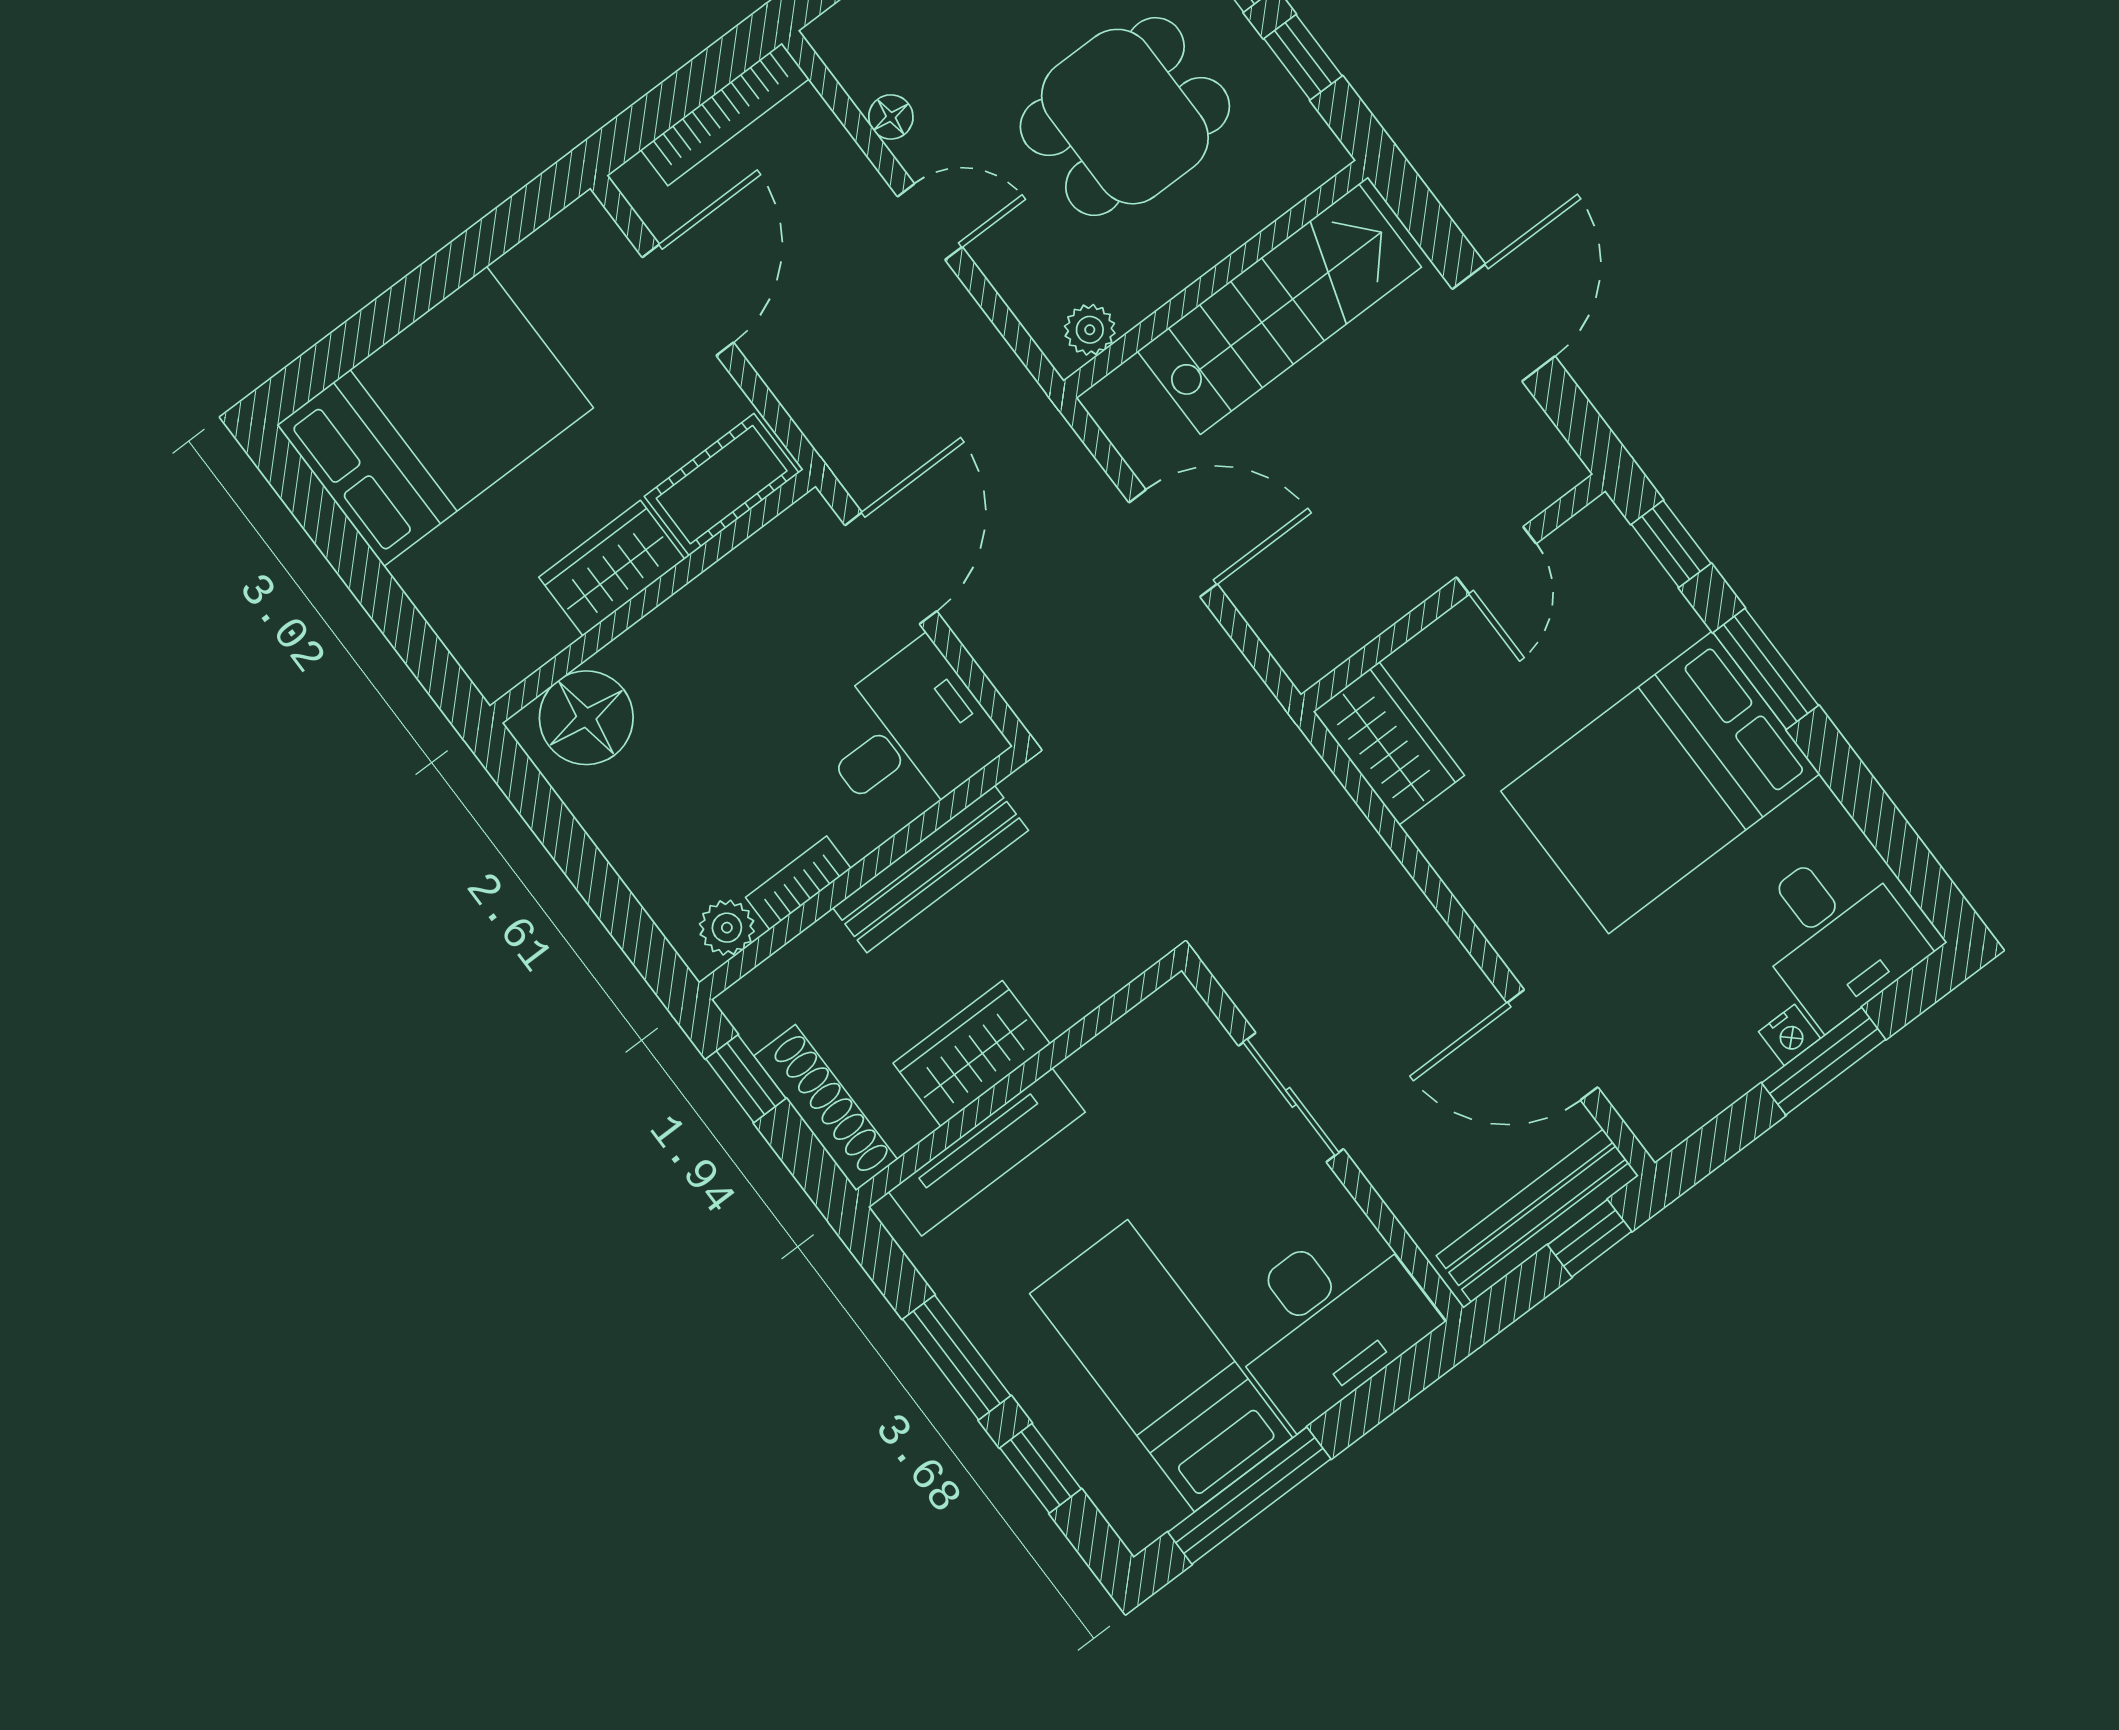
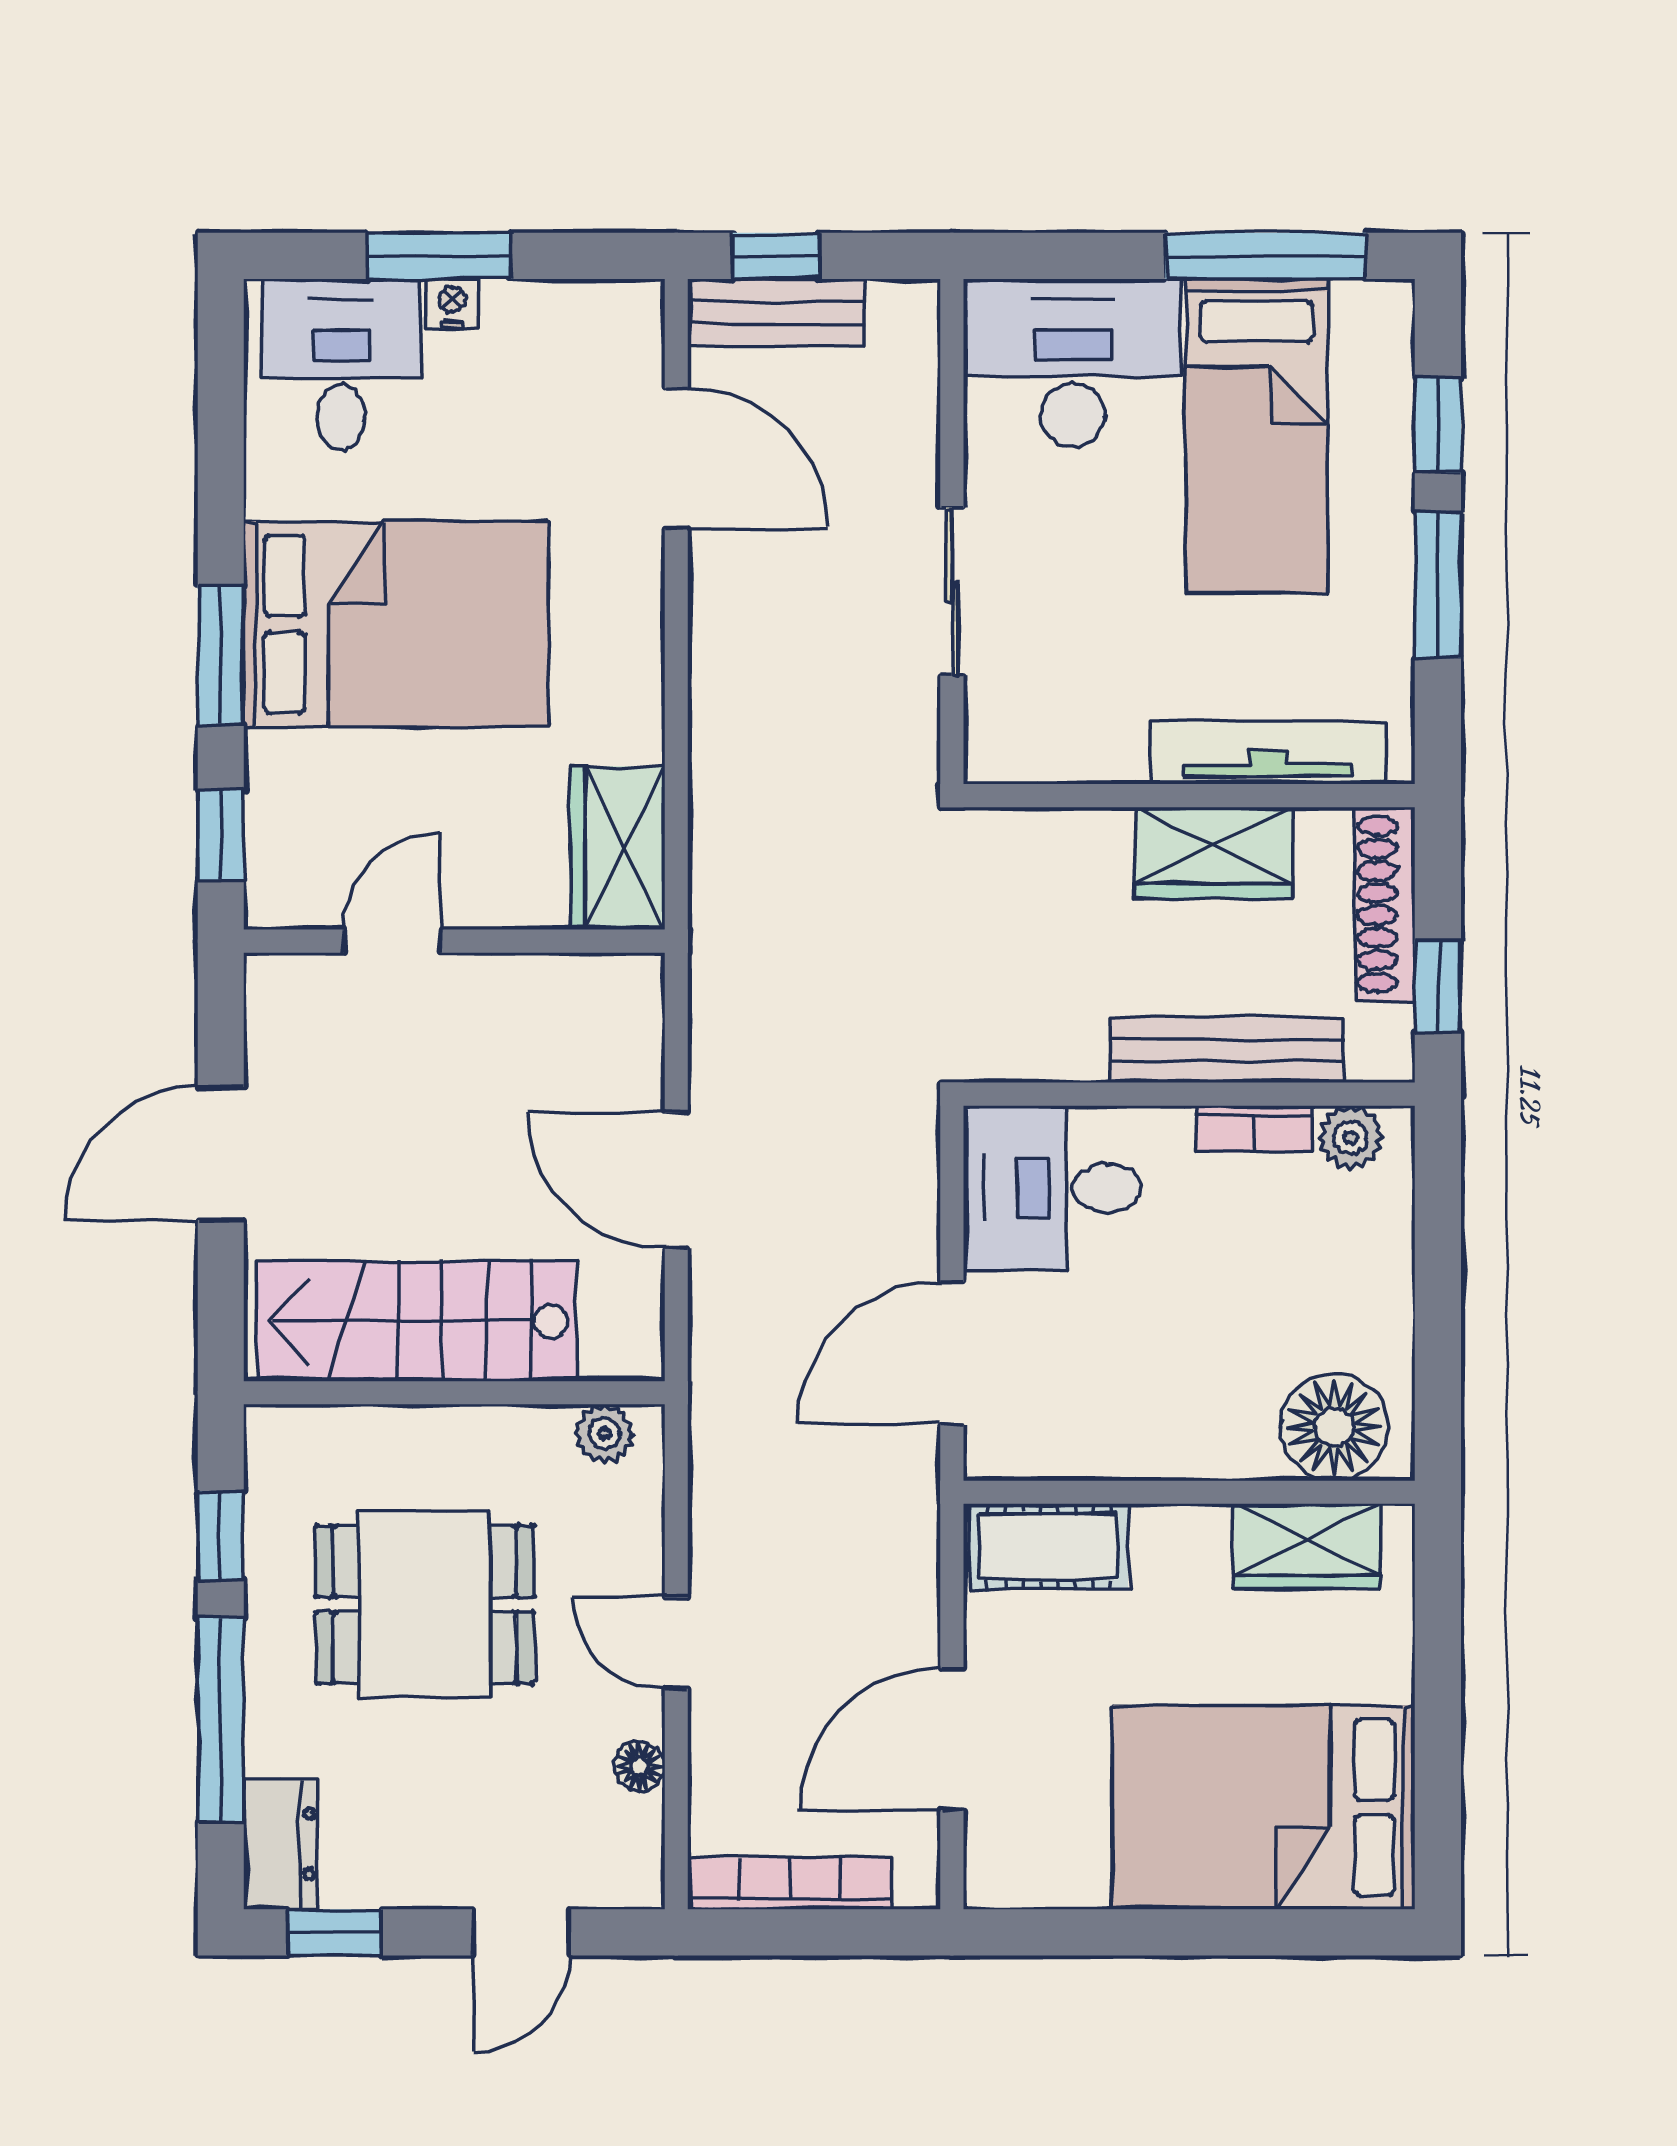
wardrobe: (612, 568) -> (1307, 1546), moved
bench: (931, 869) -> (1227, 1050), moved
bench: (1537, 1216) -> (776, 313), width x0.73

